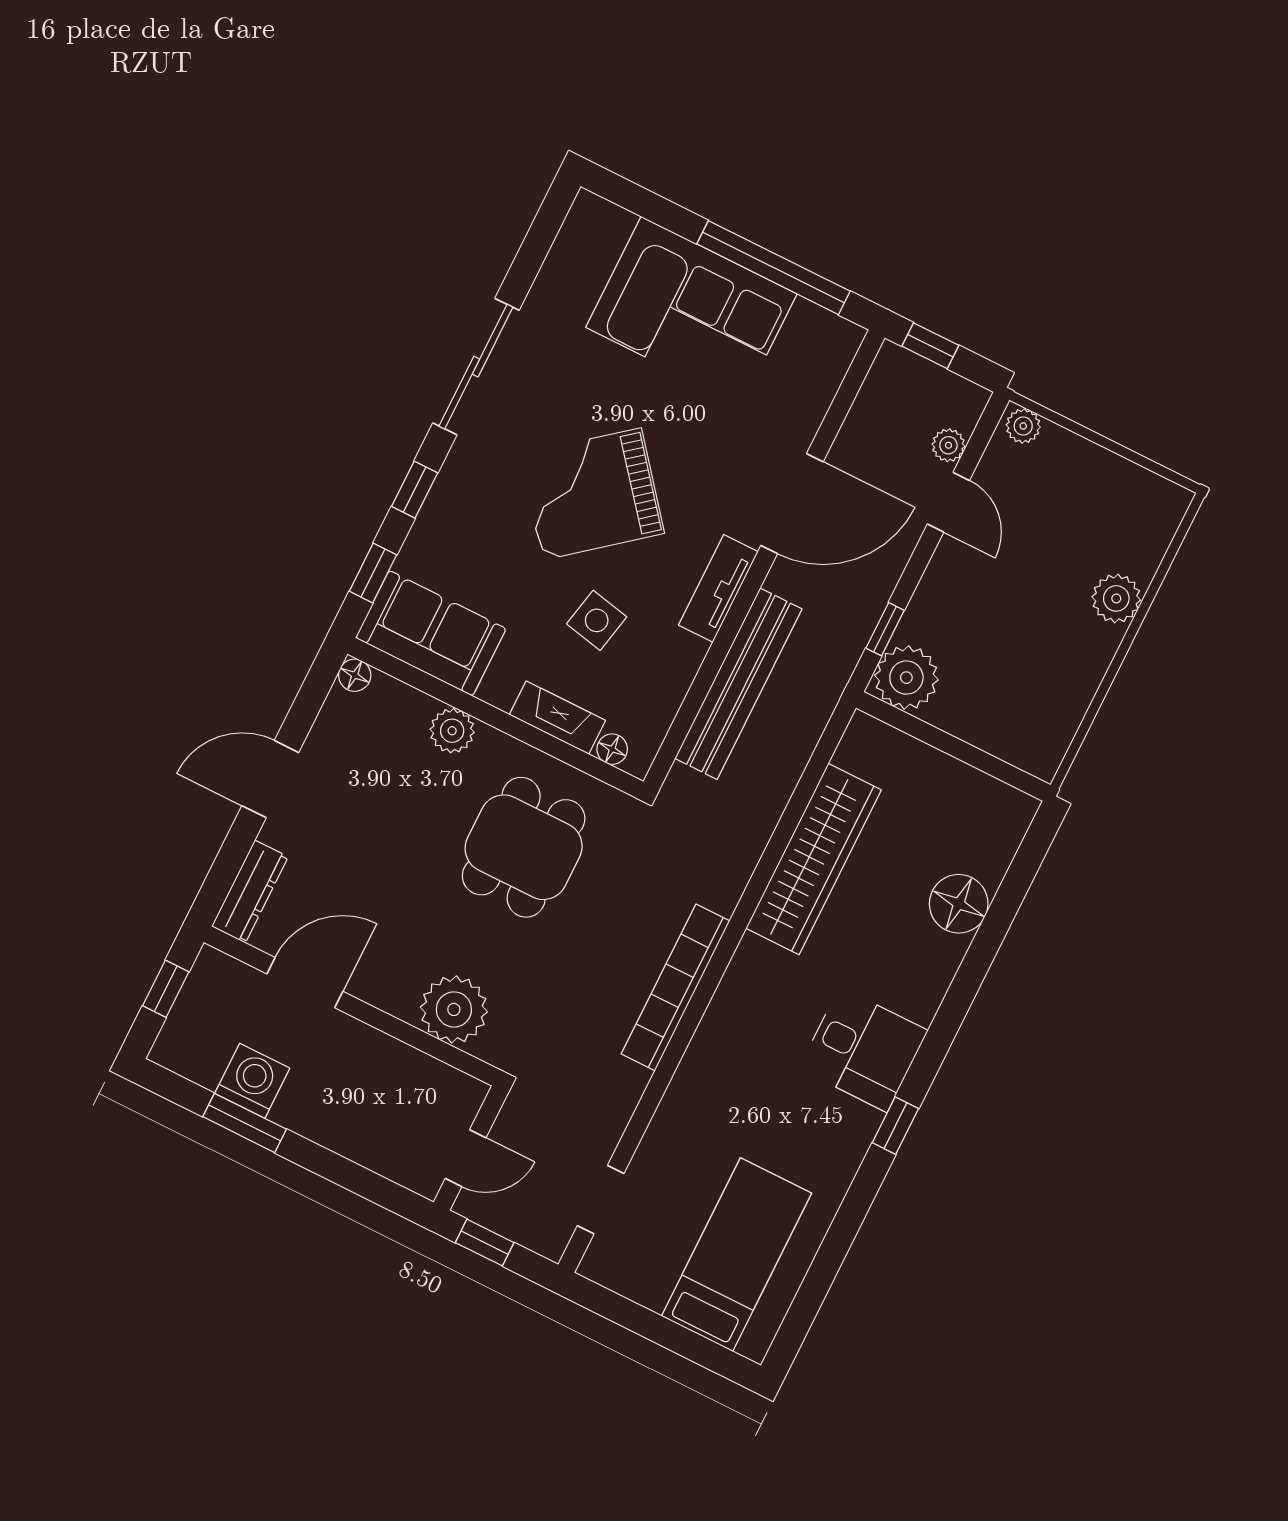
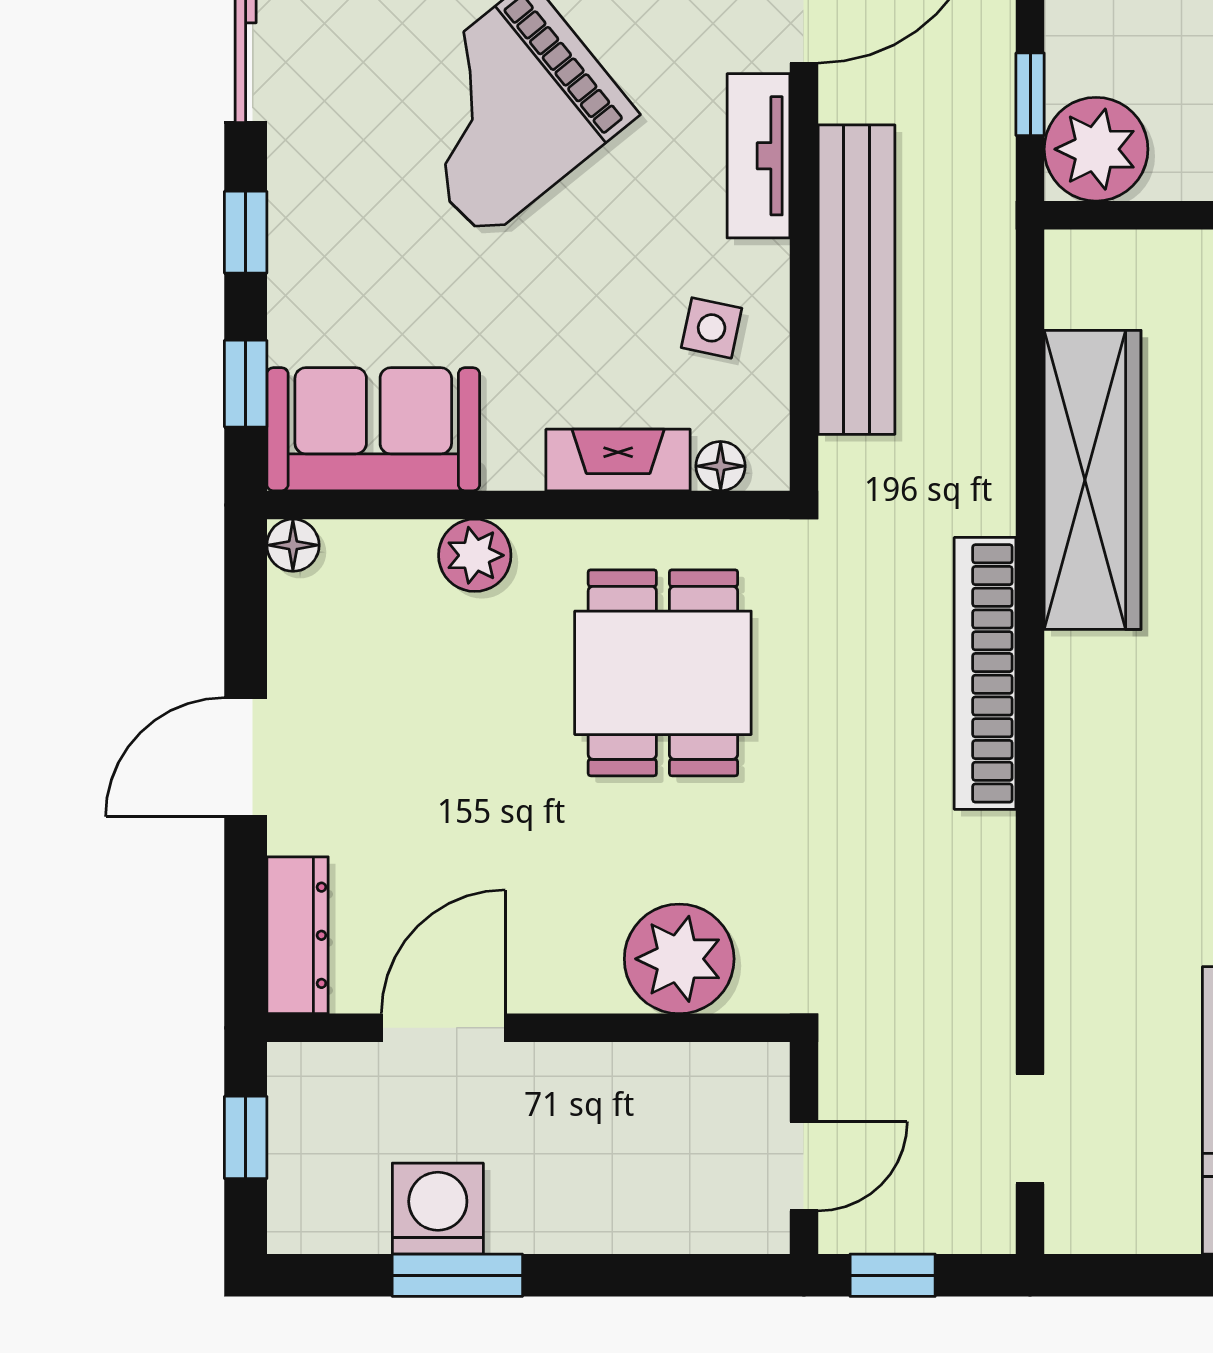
side table: (597, 620) -> (712, 328), moved, width x0.73, depth x0.73
bookcase: (675, 987) -> (985, 673), moved

